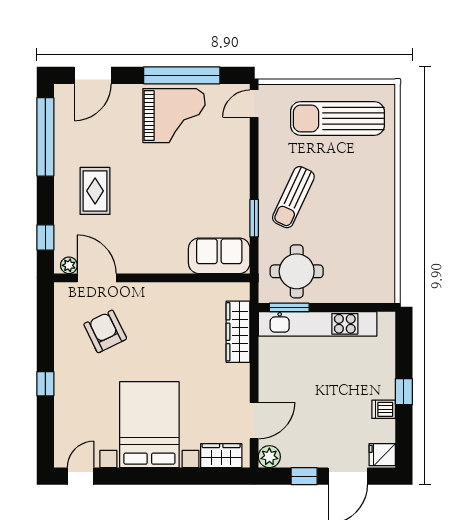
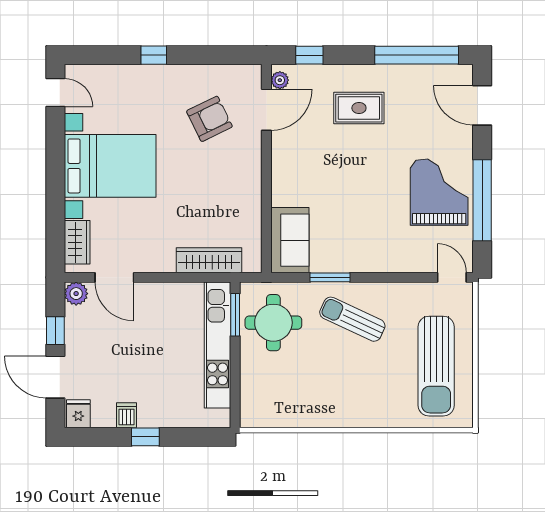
grand piano: (174, 116) -> (439, 192), turned 180
sun lounger: (337, 118) -> (436, 366), turned 180

